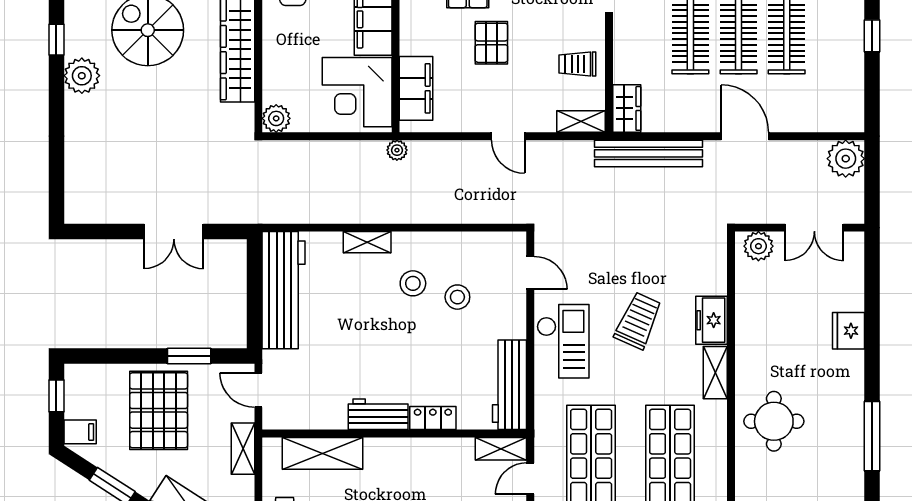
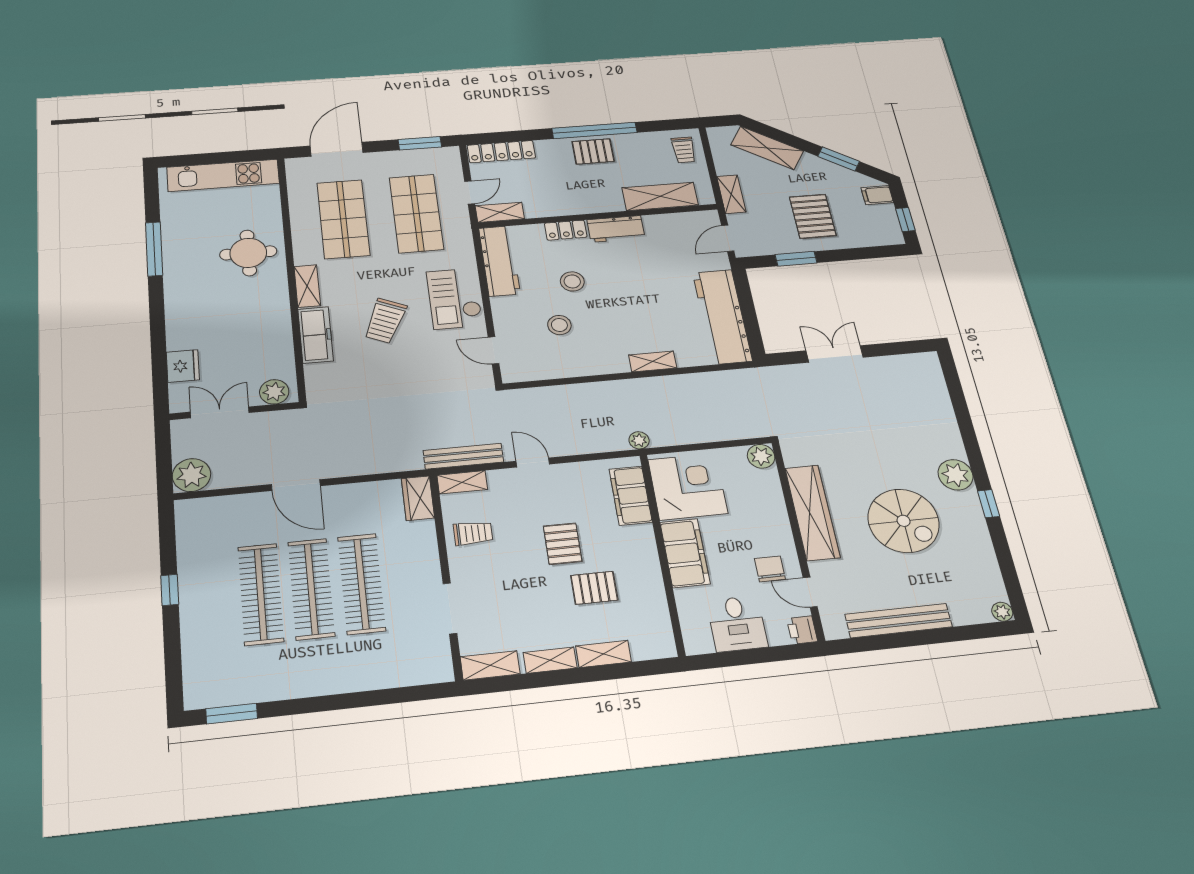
bench: (649, 153) -> (463, 456), moved, width x0.73, depth x0.82
stool: (413, 283) -> (572, 281), moved
freezer: (711, 320) -> (316, 335), width x1.40
fridge: (848, 331) -> (183, 366), moved
door: (258, 390) -> (728, 238), swing flipped
pallet: (159, 410) -> (813, 216), width x0.73, depth x0.71

